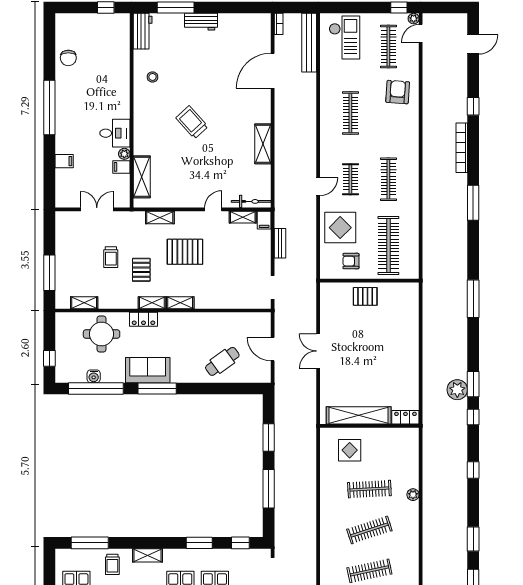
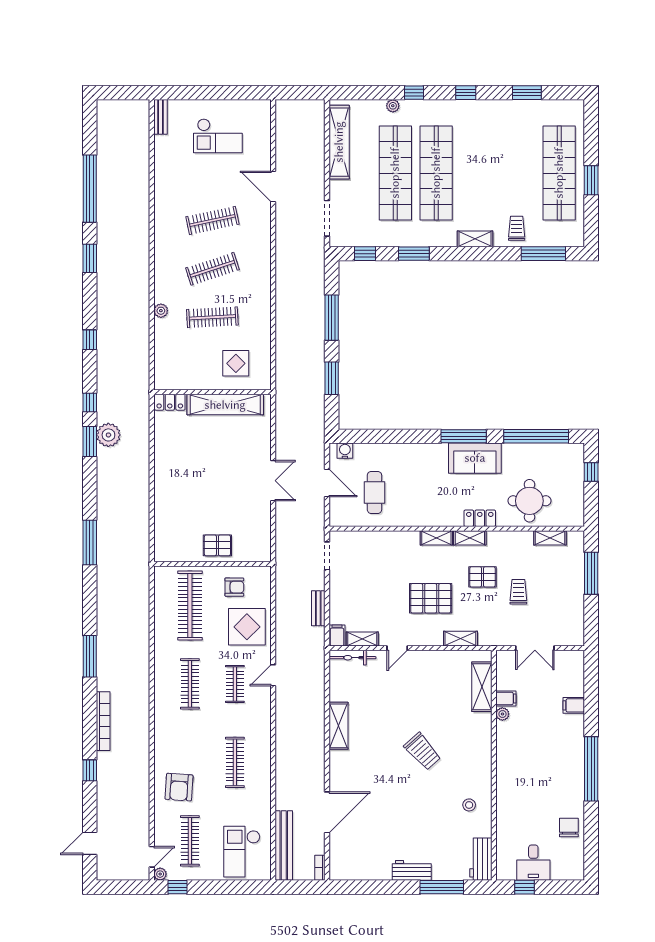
desk: (115, 133) -> (533, 863), moved, turned -90
pallet: (141, 270) -> (482, 577), turned 90
cafe table: (222, 361) -> (374, 492), moved, turned -54
water cooler: (94, 376) -> (345, 451), moved

